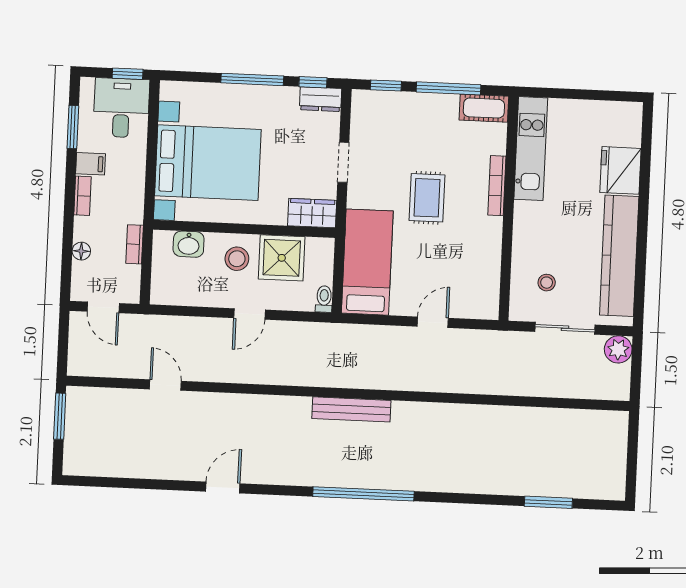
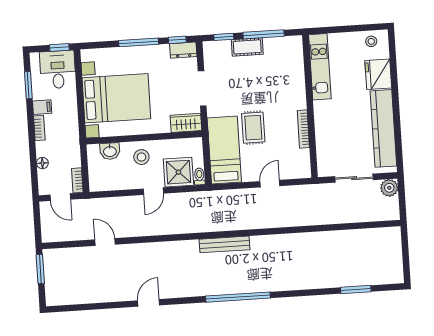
cot: (484, 108) -> (247, 47), moved
doorway: (343, 162) -> (202, 88), width x1.38
bookcase: (497, 186) -> (303, 129), moved
rug: (427, 198) -> (253, 128), moved
bookcase: (135, 244) -> (77, 180), moved
shower: (282, 258) -> (178, 172), moved
stool: (547, 283) -> (371, 41), moved

